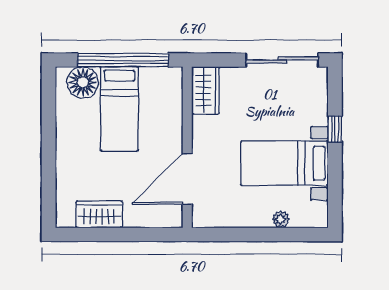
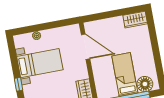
door: (187, 179) -> (86, 47), hinge flipped
wardrobe: (99, 214) -> (135, 20), moved

